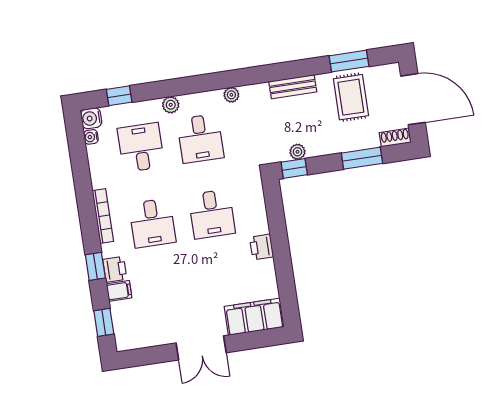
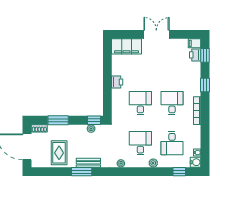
window: (349, 61) -> (82, 172), moved
printer: (115, 269) -> (195, 55), moved
filing cabinet: (119, 291) -> (195, 43), moved

